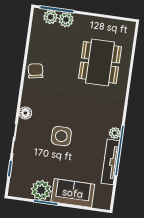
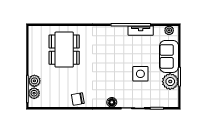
dining table: (100, 62) -> (64, 50), turned 90
plant: (115, 133) -> (169, 30), moved
side table: (61, 136) -> (140, 74), moved
tv unit: (110, 162) -> (141, 31), width x0.71

